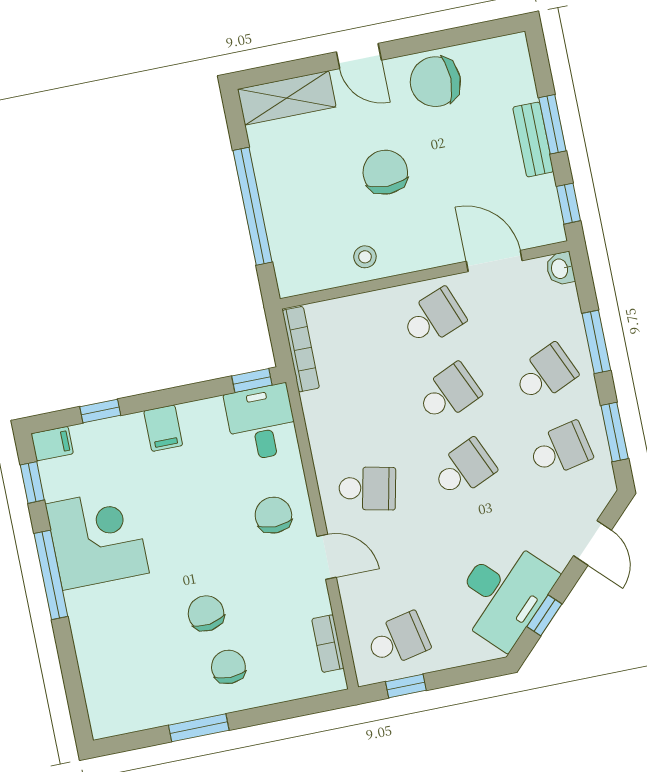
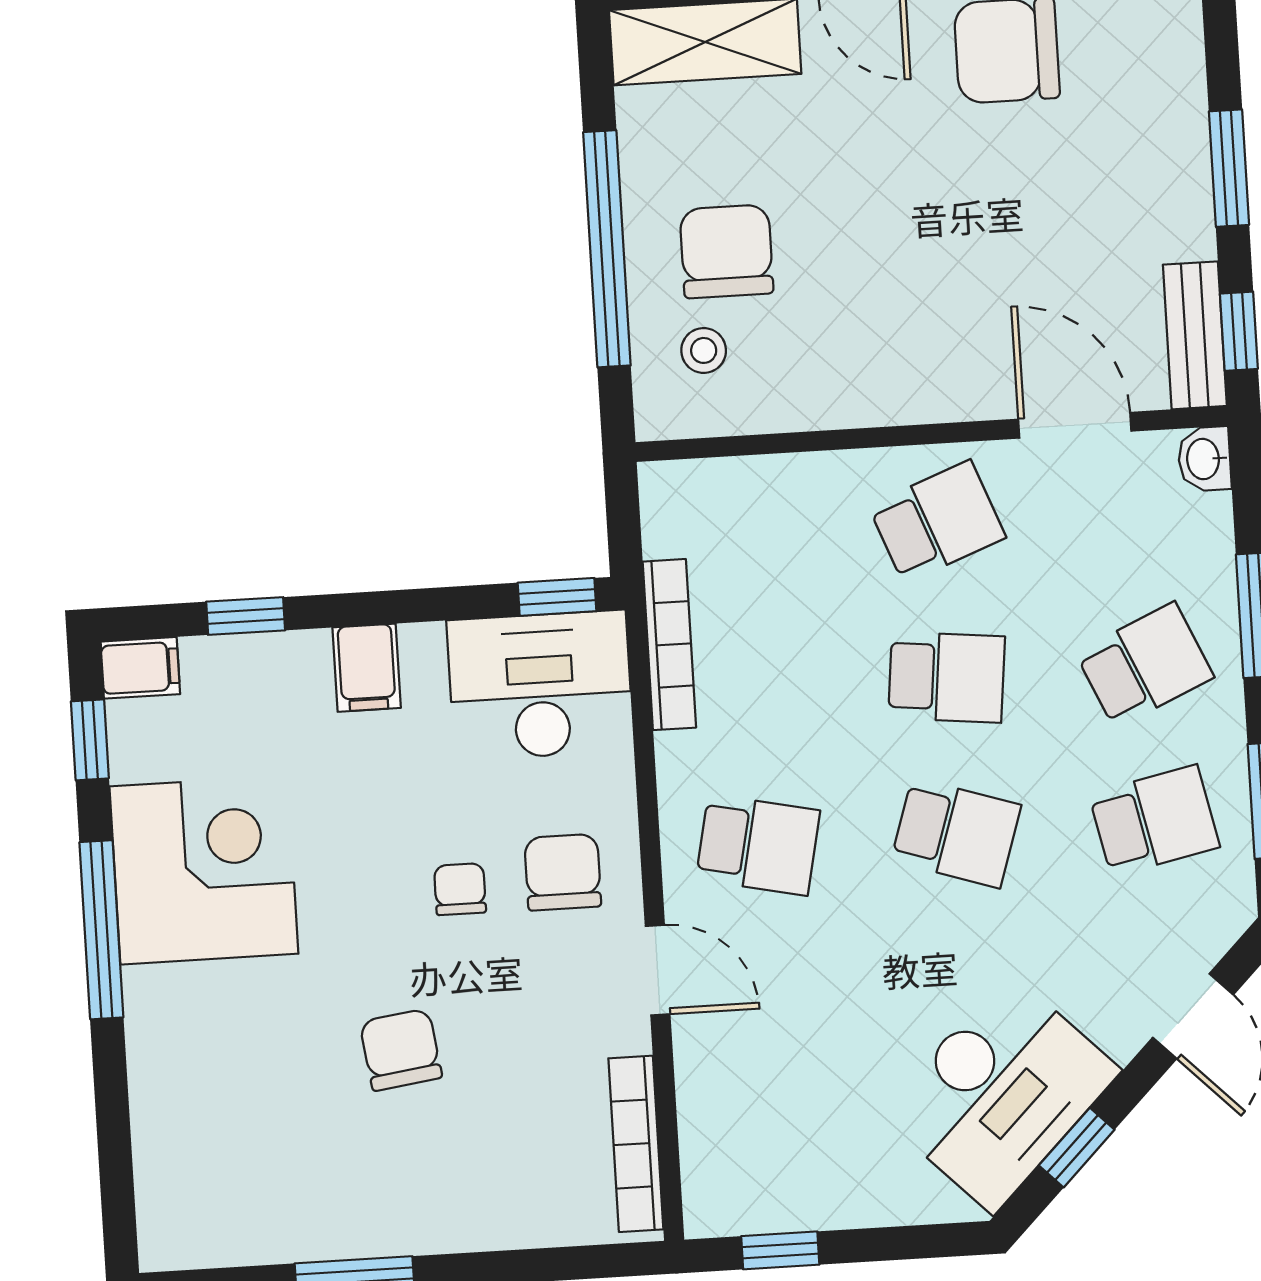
bench: (533, 139) -> (1195, 335), moved
chair: (385, 172) -> (726, 251), moved
stool: (365, 257) -> (704, 350), moved
bookcase: (301, 349) -> (669, 645), moved
school desk: (449, 393) -> (947, 677), turned 30
desk: (261, 423) -> (540, 685), width x1.37
school desk: (464, 469) -> (956, 833), turned 42
school desk: (398, 640) -> (777, 1156), removed
bookcase: (328, 644) -> (636, 1144), width x1.56
chair: (228, 667) -> (460, 889), moved, width x0.73, depth x0.73

